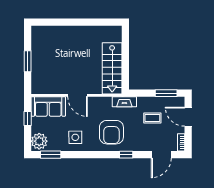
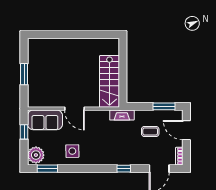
armchair: (111, 132) -> (109, 146), removed

